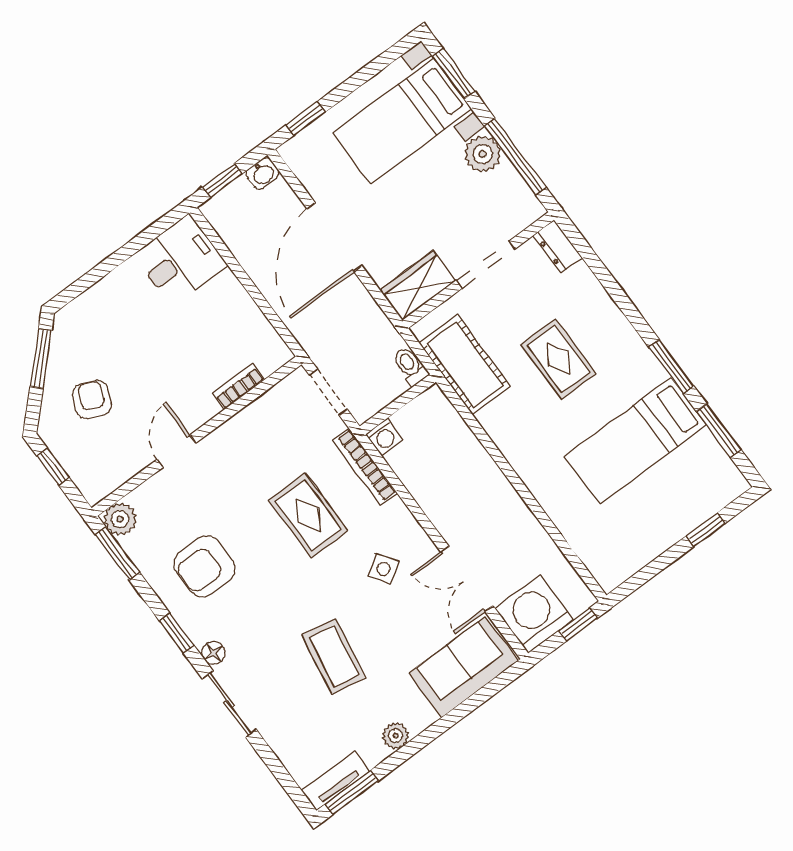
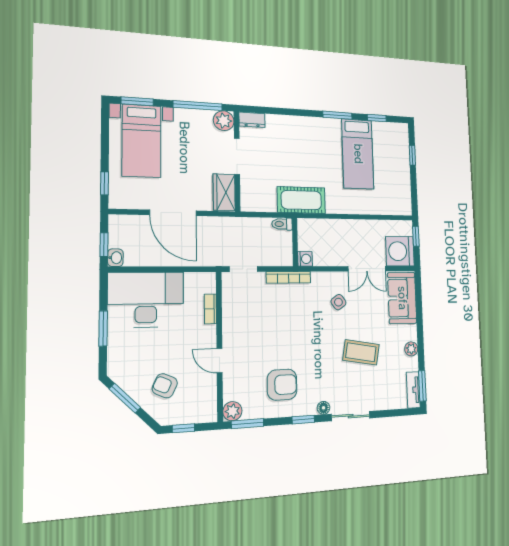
plant: (483, 154) -> (224, 121), moved
washbasin: (263, 173) -> (115, 258), moved
desk: (180, 260) -> (146, 300), width x1.87, depth x1.30
window: (112, 263) -> (103, 328), added
rug: (558, 359) -> (301, 158), removed
cot: (465, 365) -> (301, 200), moved
toilet: (410, 366) -> (282, 224), moved
wall: (398, 404) -> (295, 242), moved
window: (719, 431) -> (377, 118), width x0.67
washing machine: (384, 437) -> (305, 259), moved
rug: (308, 515) -> (292, 319), removed
armchair: (204, 566) -> (282, 385), turned -90

